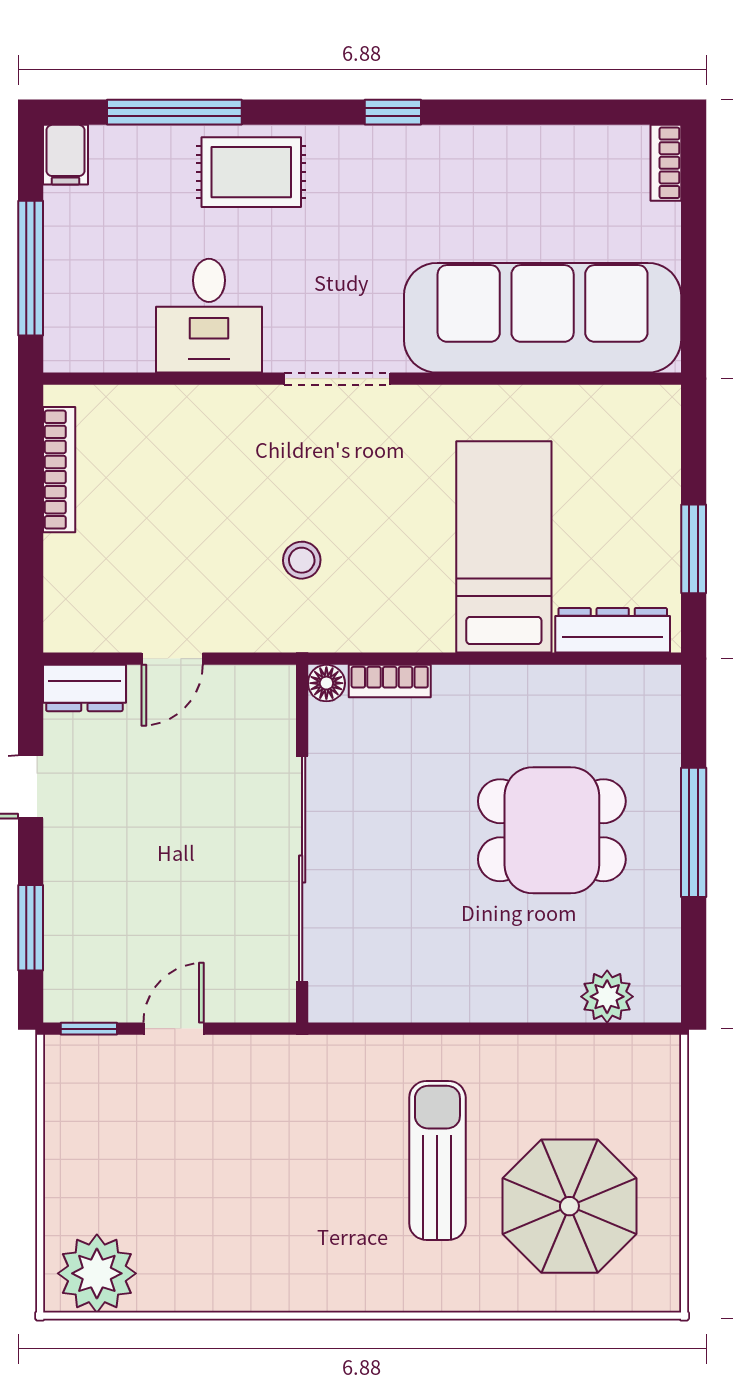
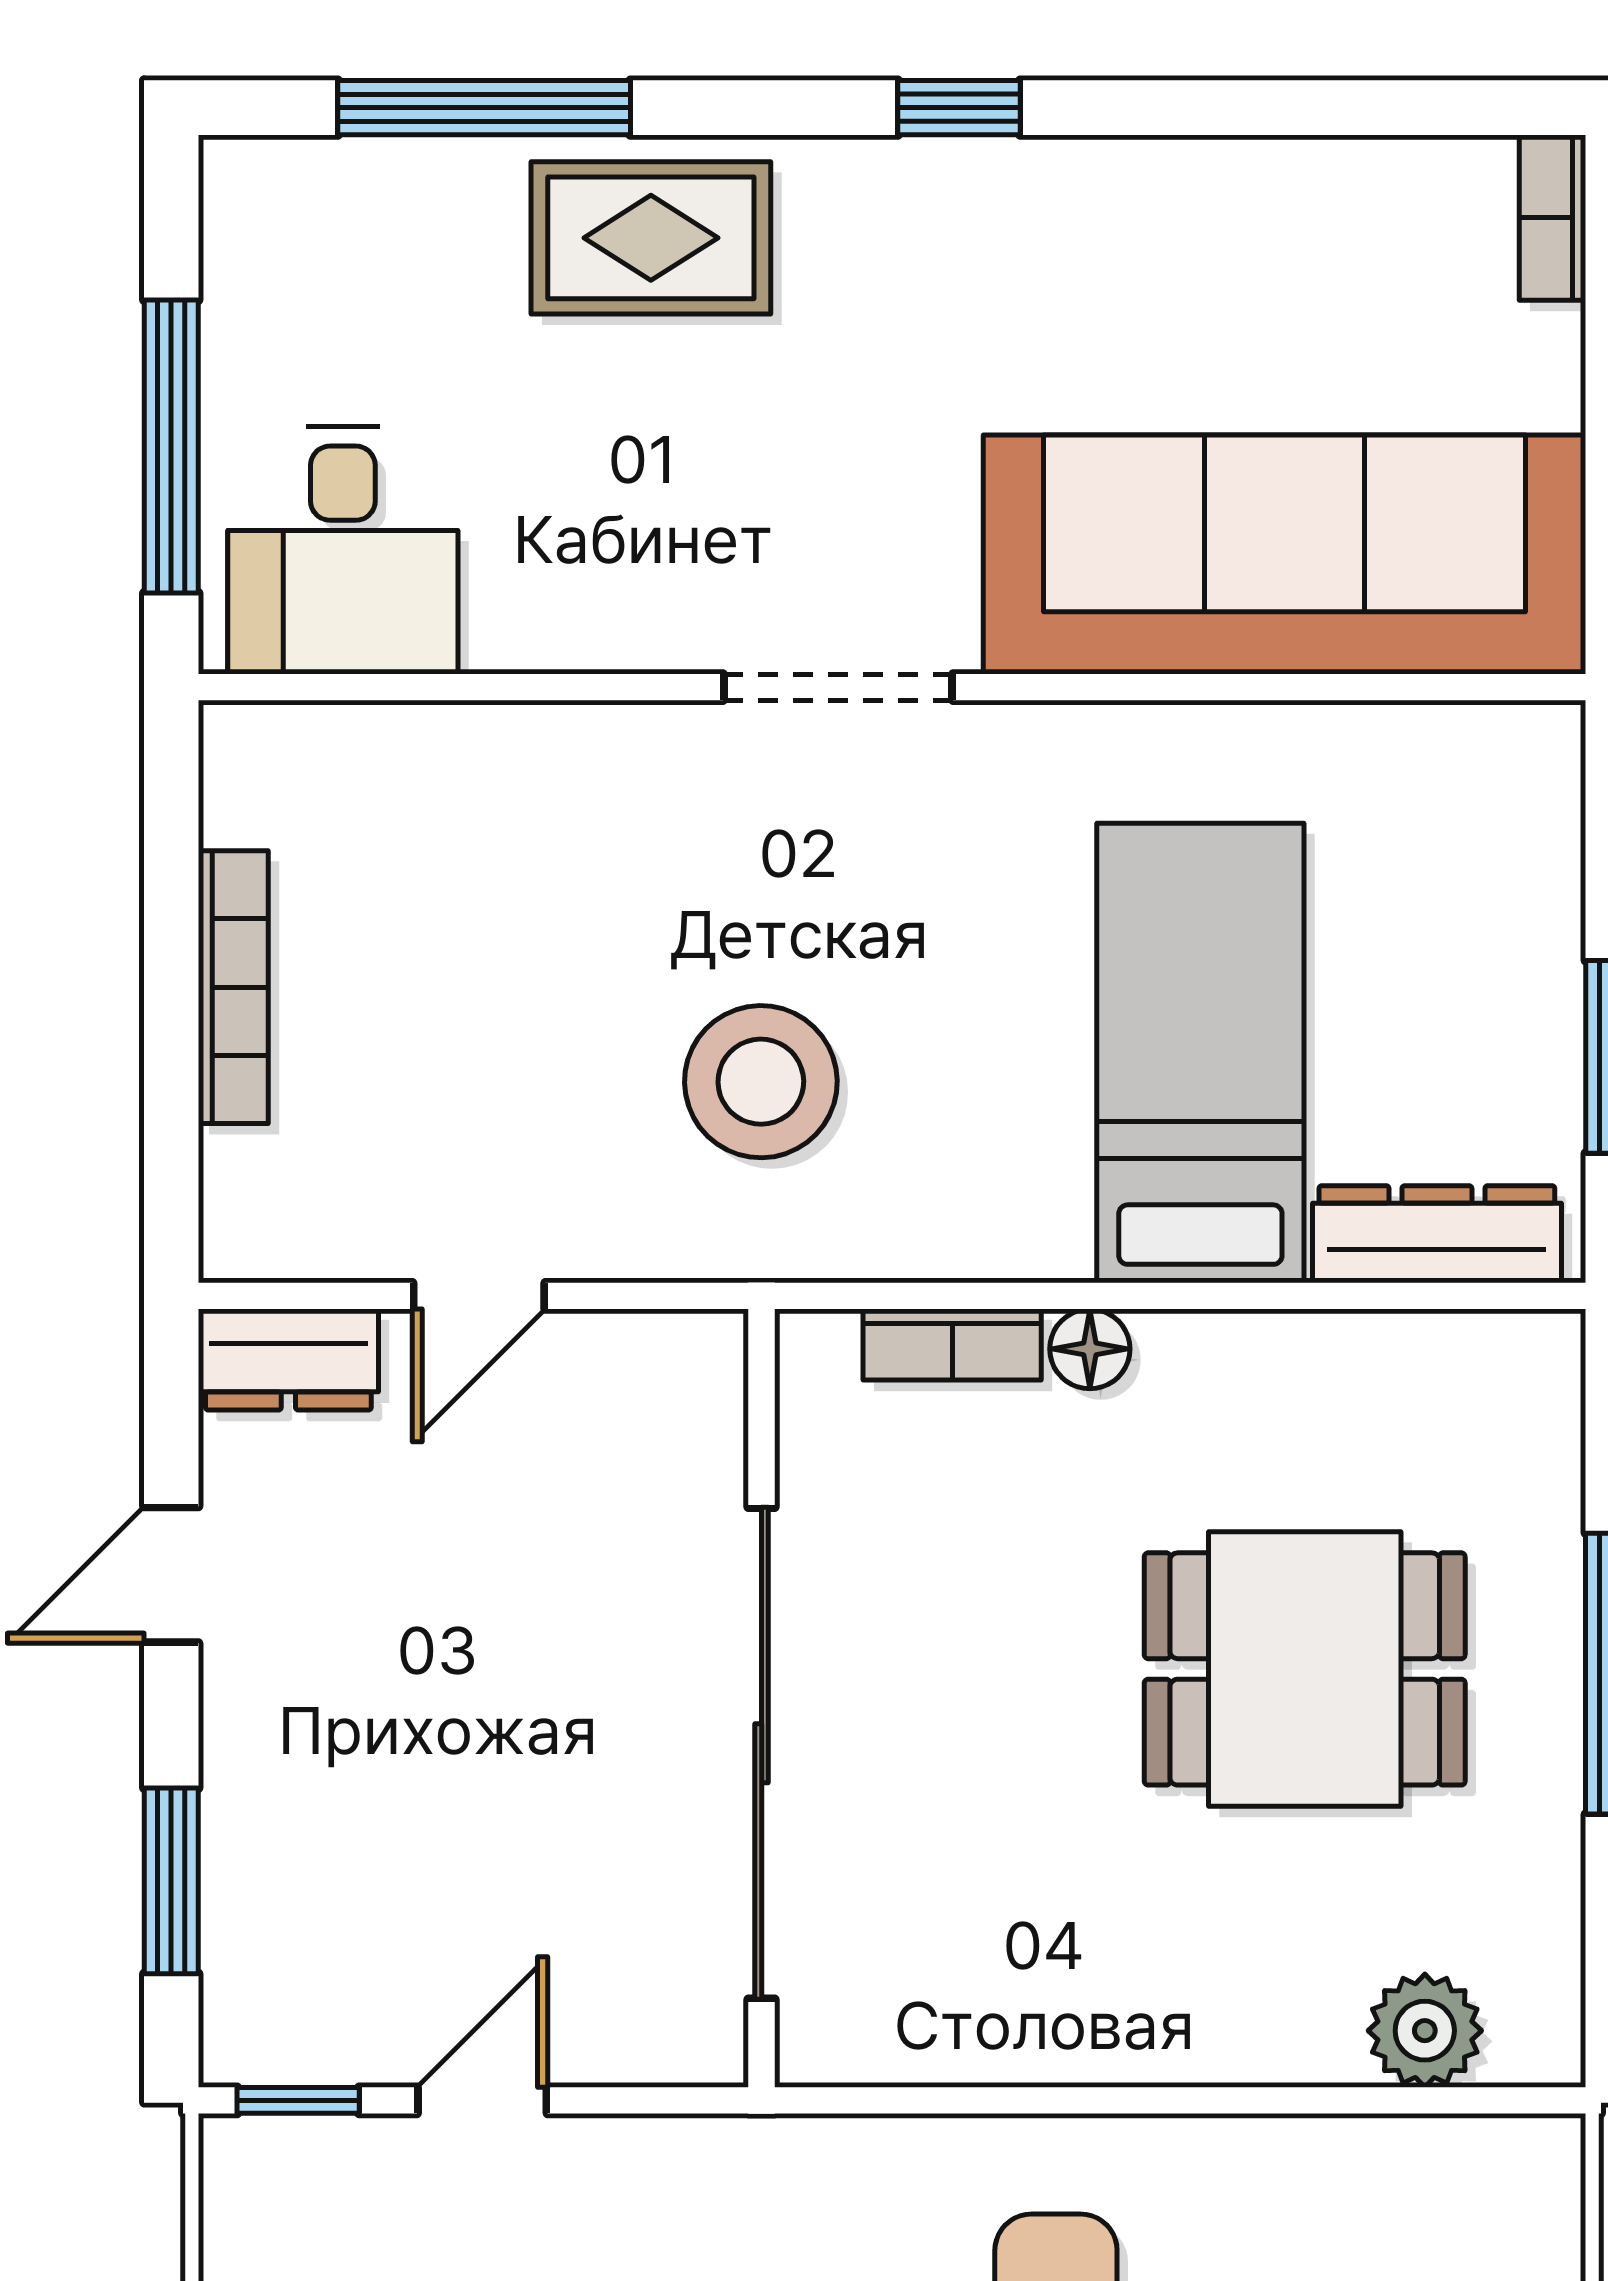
filing cabinet: (65, 155) -> (247, 200), removed
desk: (209, 316) -> (343, 550), moved
bookcase: (59, 470) -> (233, 987), moved
stool: (302, 560) -> (761, 1082), width x1.89, depth x1.89
floor lamp: (326, 683) -> (1090, 1349), moved

